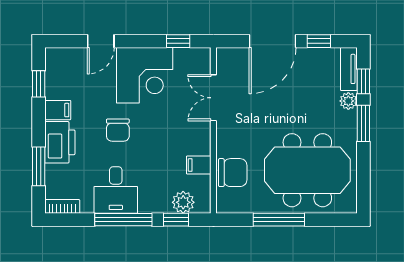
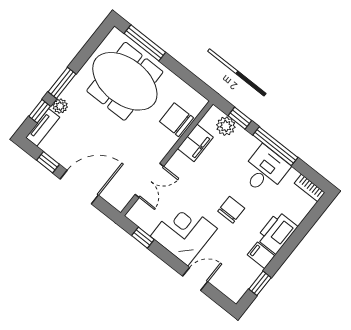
filing cabinet: (199, 165) -> (195, 143), width x2.00
window: (39, 166) -> (304, 228), removed
window: (279, 220) -> (145, 43), moved

